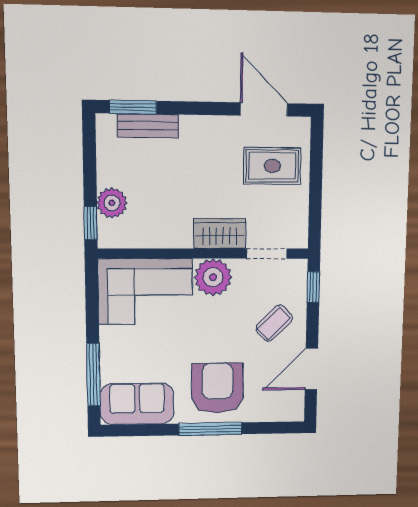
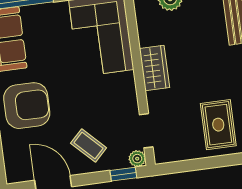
wardrobe: (220, 234) -> (155, 68), moved
plant: (213, 277) -> (137, 159), moved, width x0.53, depth x0.53

